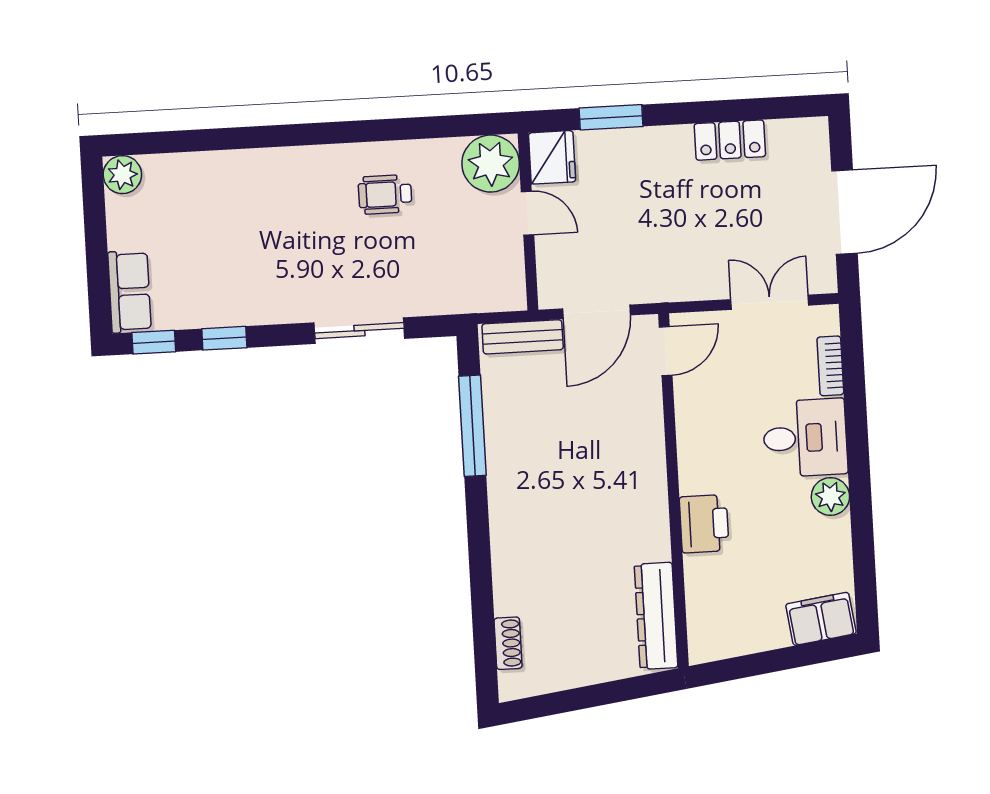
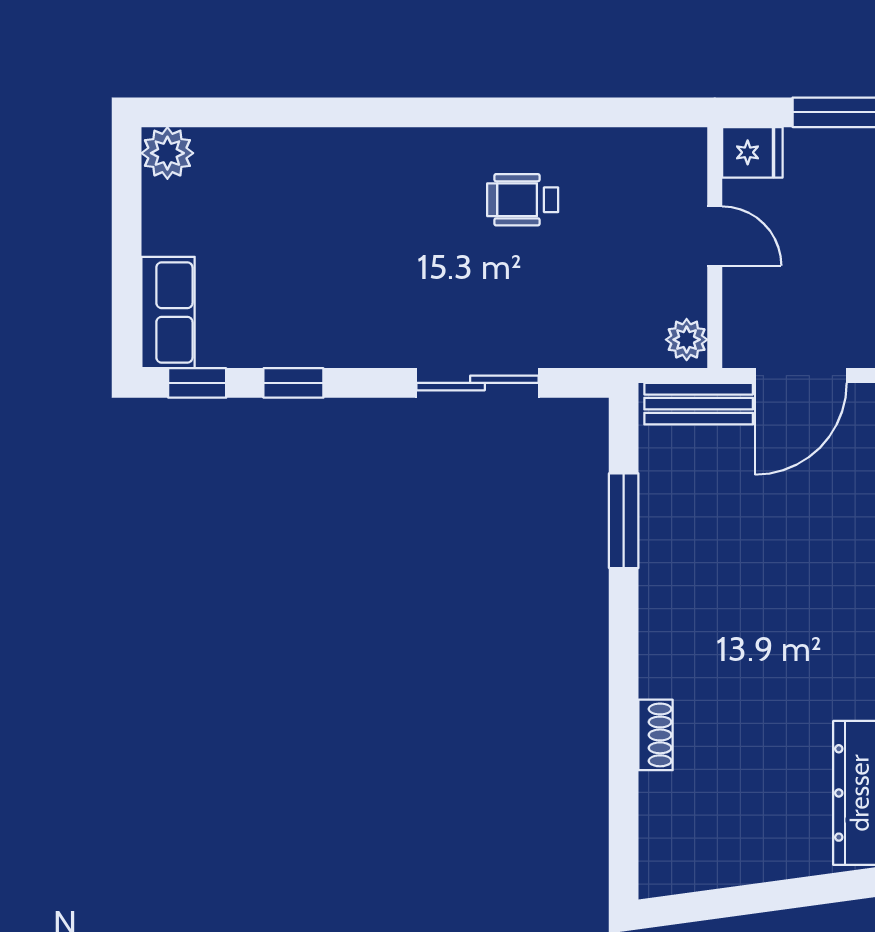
fridge: (552, 157) -> (752, 152), width x0.72
plant: (491, 164) -> (687, 340), moved, width x0.53, depth x0.53
window: (472, 426) -> (624, 521), width x0.69
shoe rack: (508, 643) -> (656, 735), moved

